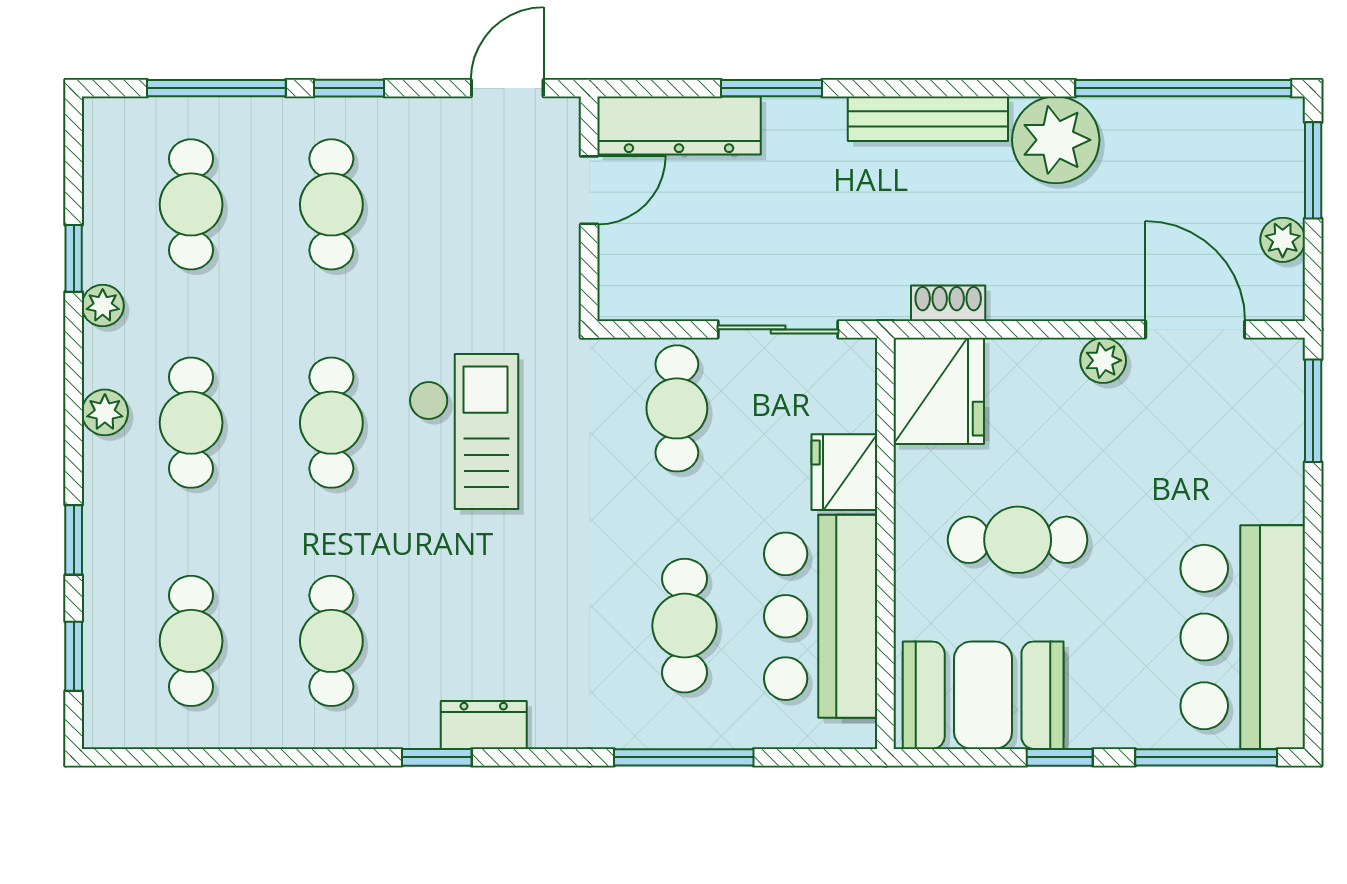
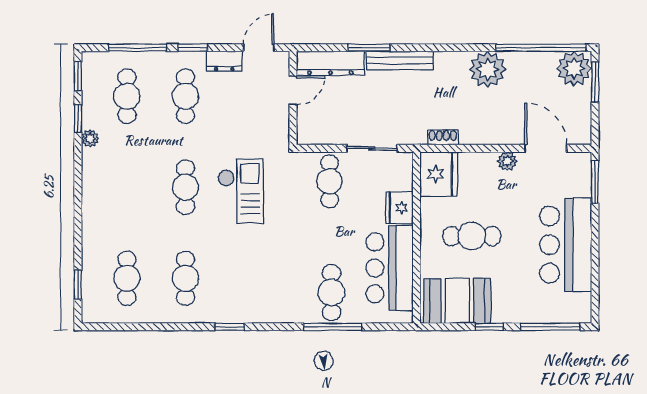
bench: (928, 119) -> (400, 60), moved
plant: (1283, 240) -> (574, 69), moved, width x1.87, depth x1.87
plant: (105, 412) -> (91, 183), removed
cafe table: (191, 423) -> (127, 187), removed
window: (74, 540) -> (78, 76), moved
cafe table: (685, 626) -> (331, 292), moved
bar counter: (1243, 637) -> (566, 245), moved
dresser: (484, 725) -> (224, 61), moved, turned 180

